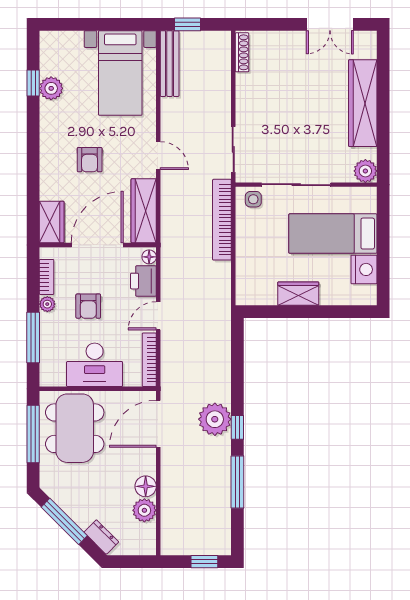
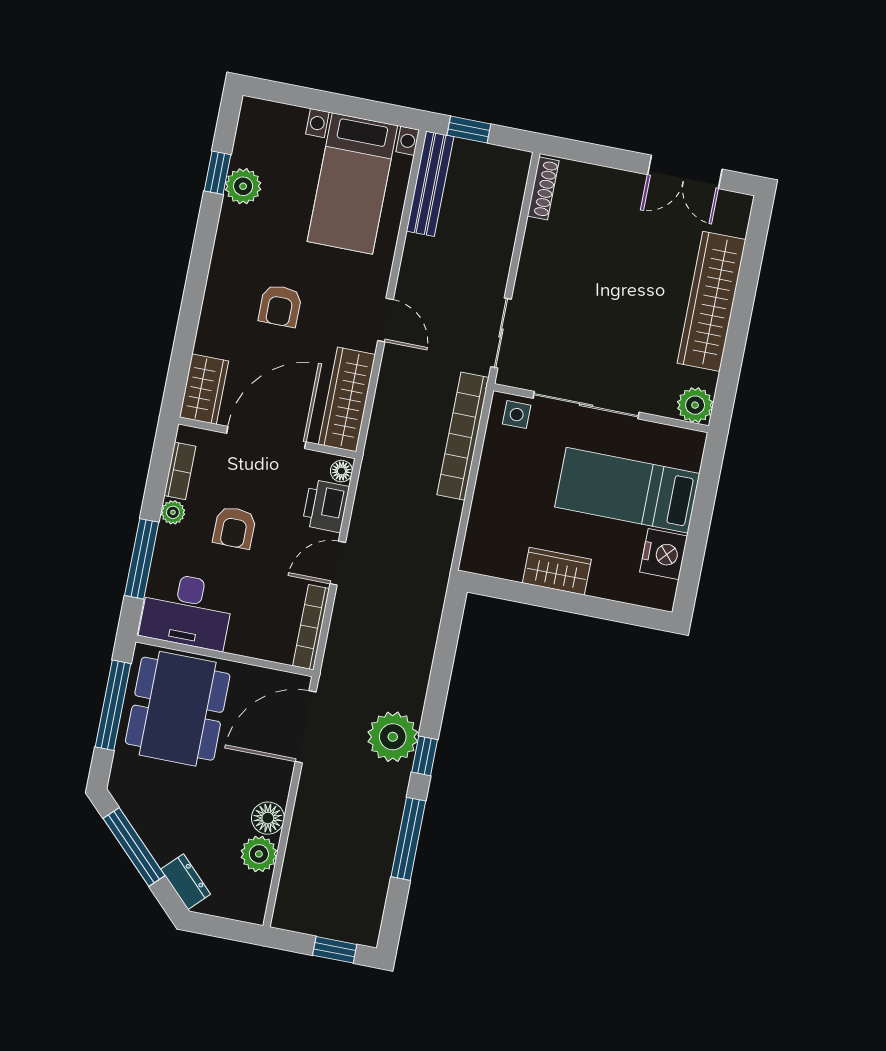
desk: (95, 365) -> (187, 611), moved

